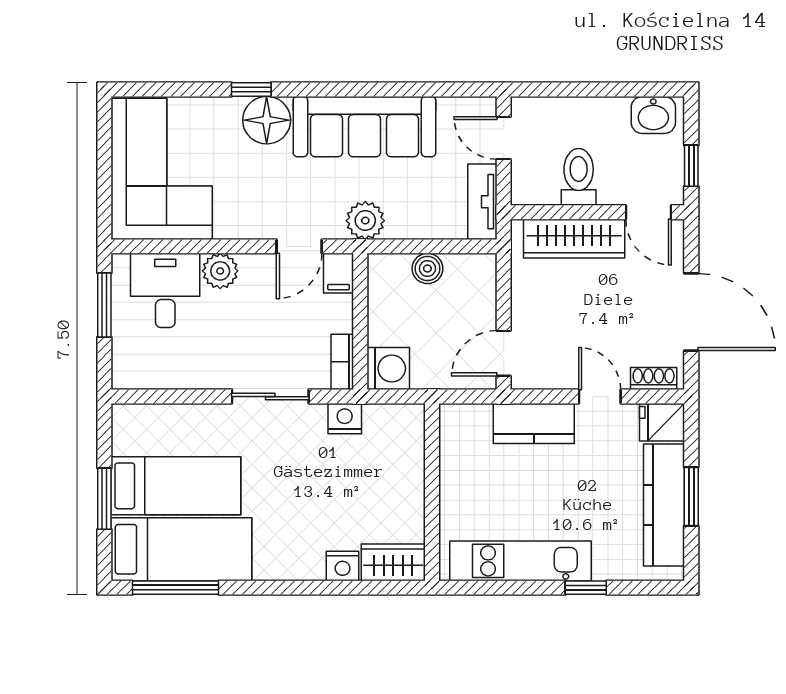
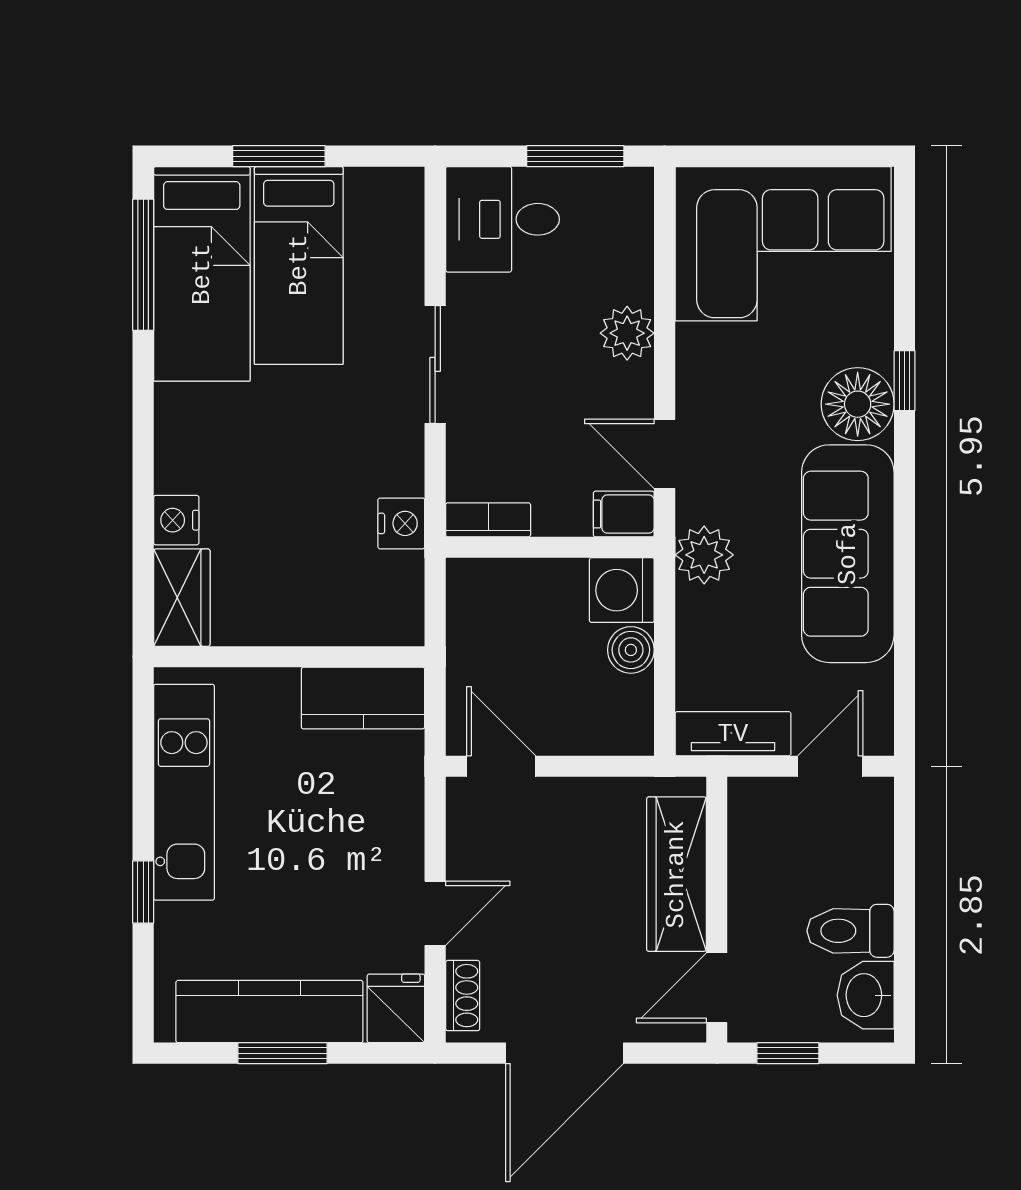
toilet: (579, 177) -> (850, 931), moved, turned 180
desk: (165, 290) -> (502, 219), moved, turned 180
washing machine: (388, 369) -> (622, 590), moved, turned 90
sliding door: (270, 397) -> (435, 364), moved
kitchen counter: (534, 424) -> (363, 698), moved, turned -90

